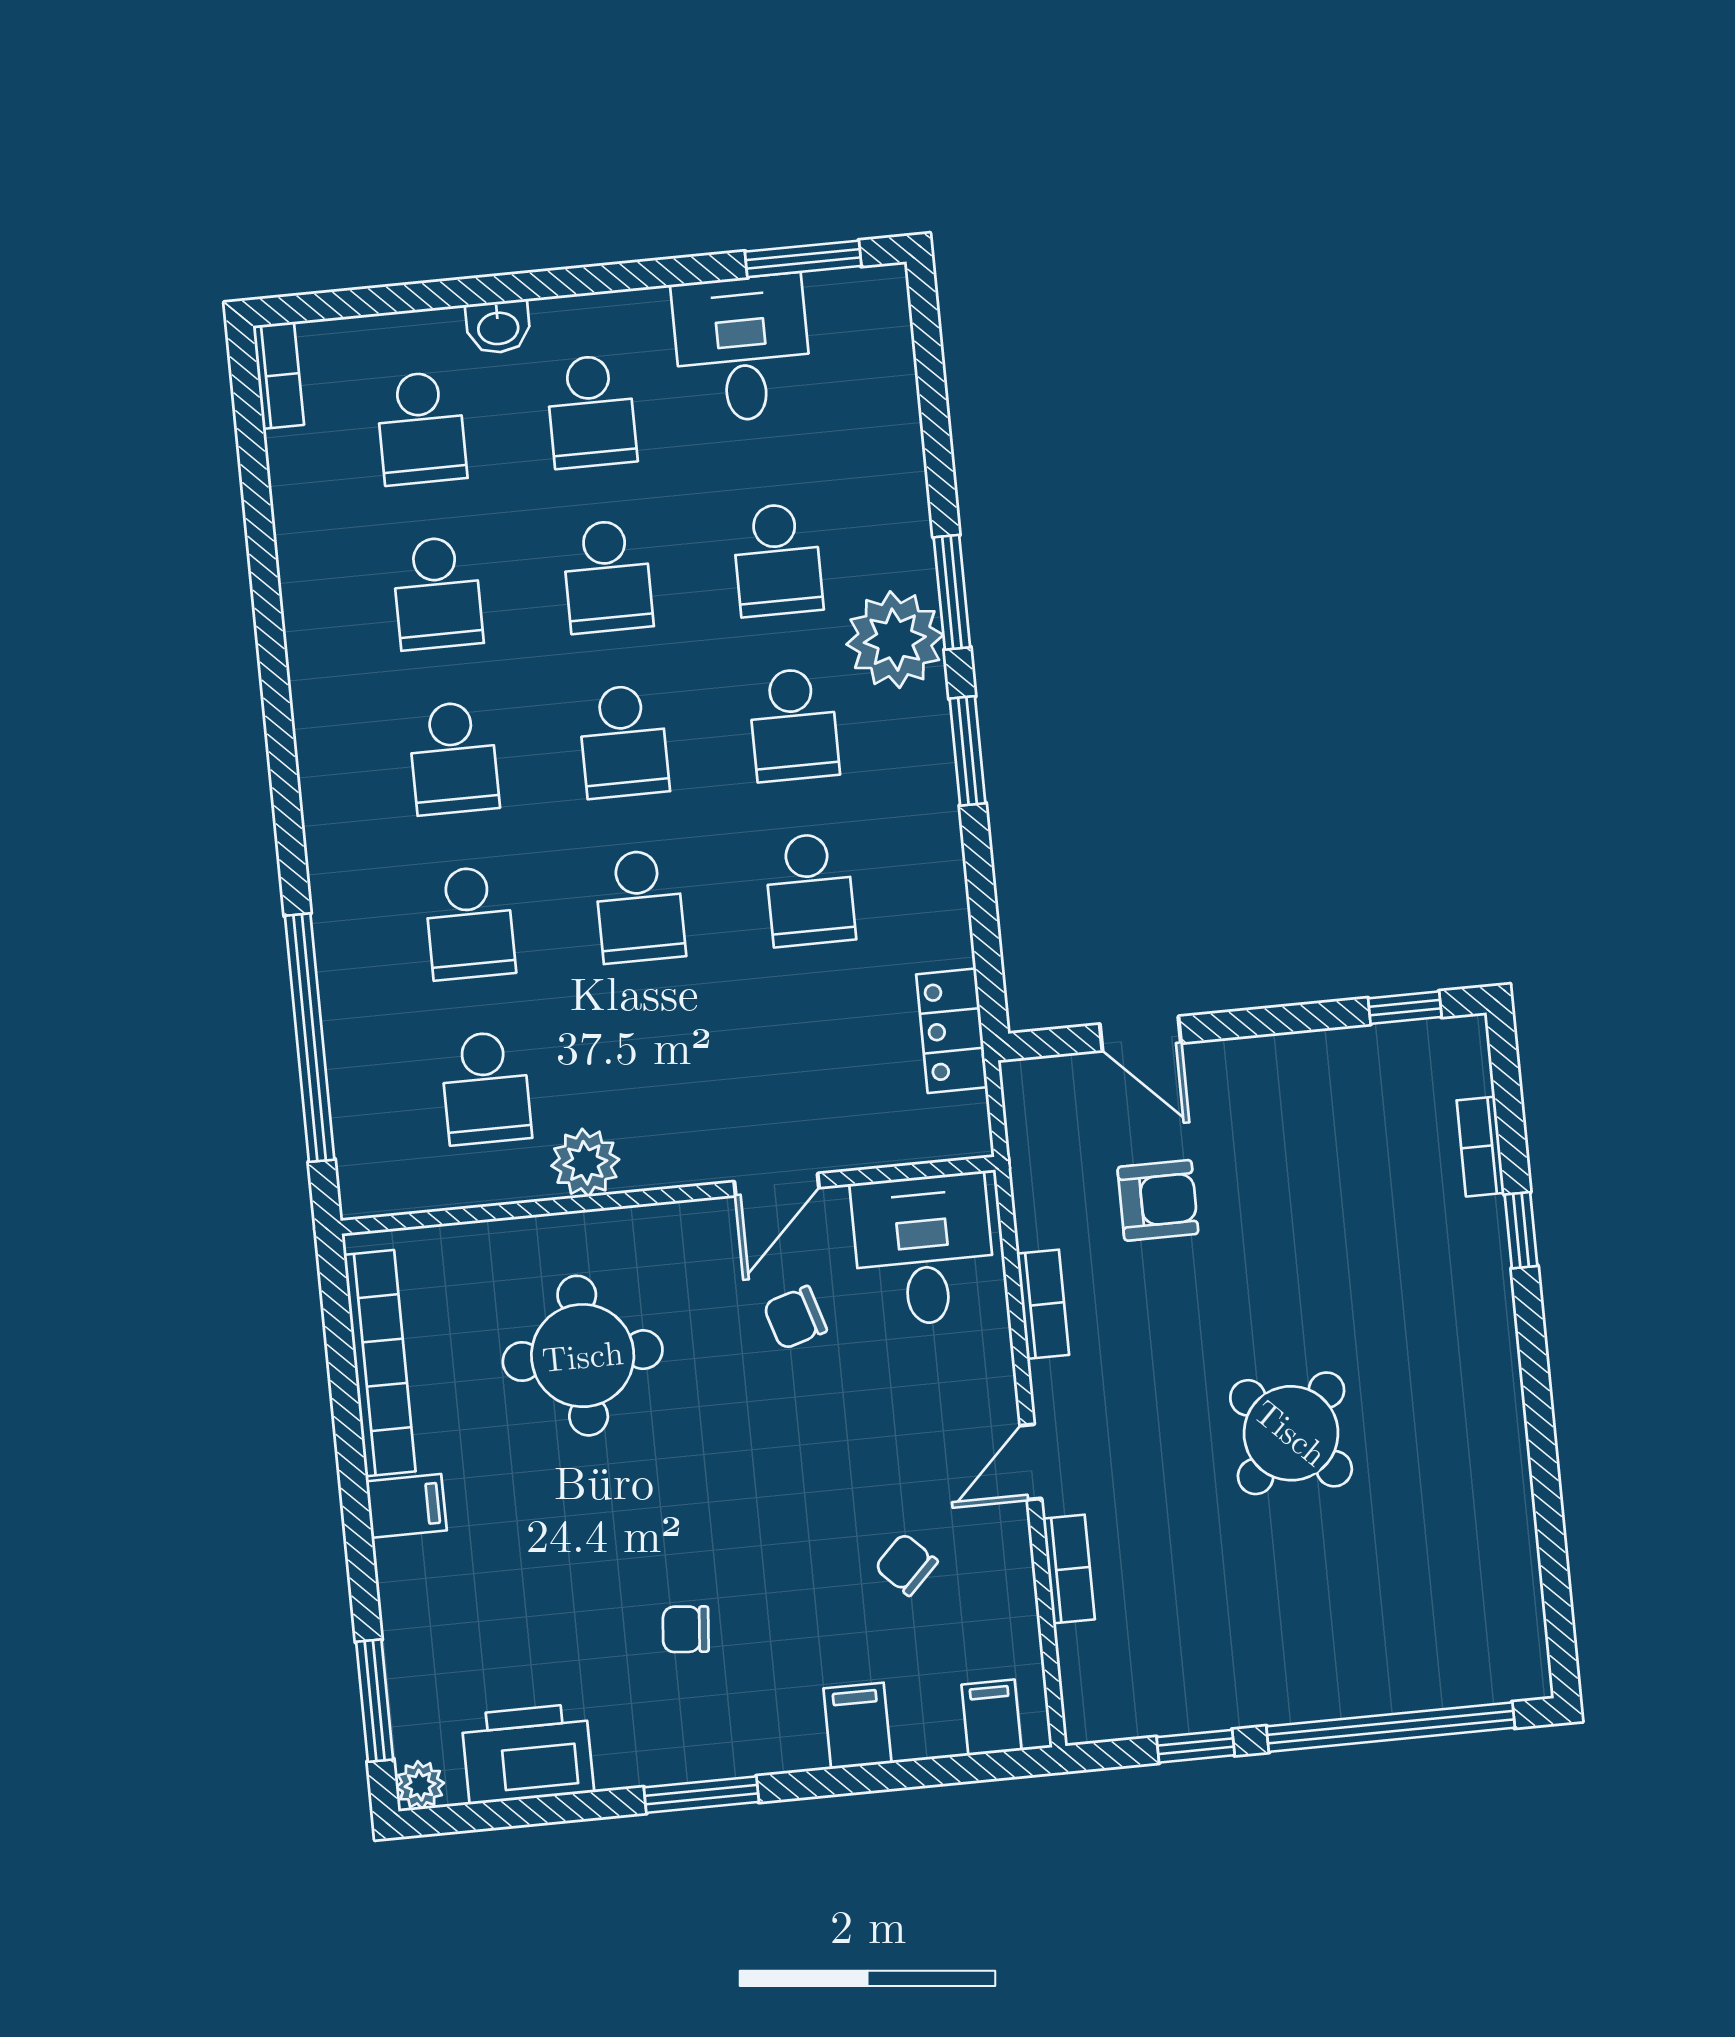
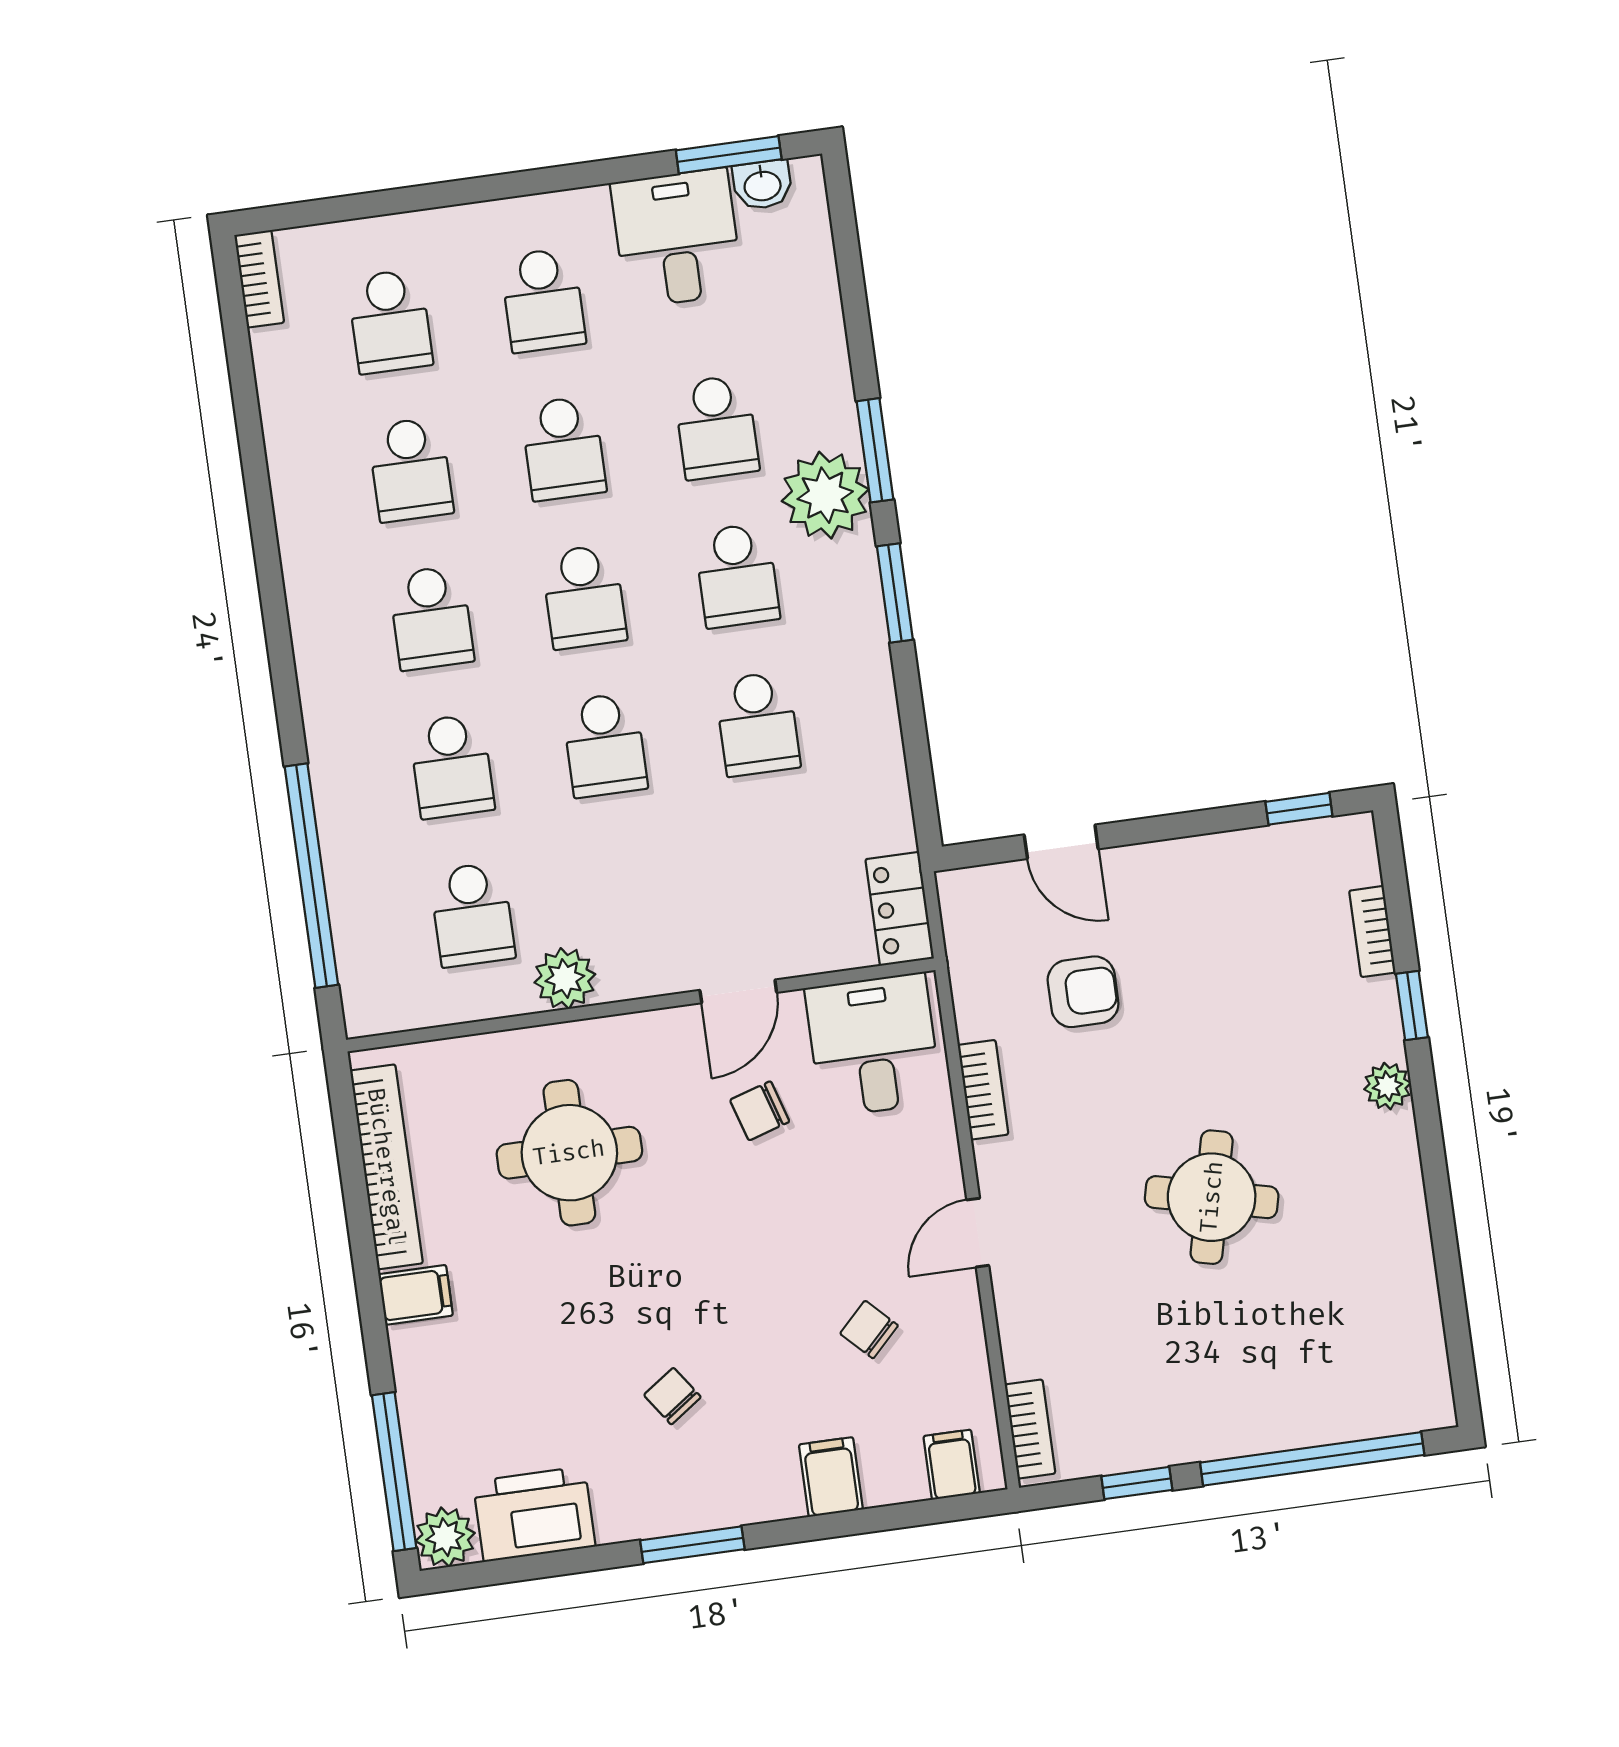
washbasin: (498, 327) -> (762, 185), moved
locker: (952, 1031) -> (900, 909), moved
plant: (1490, 1318) -> (1387, 1086), added
round table: (1291, 1433) -> (1212, 1197), turned -32
bookcase: (1069, 1569) -> (1030, 1429), moved
chair: (686, 1629) -> (672, 1396), turned 50
window: (375, 1701) -> (394, 1472), width x1.44
plant: (420, 1785) -> (445, 1537), width x1.38, depth x1.38

